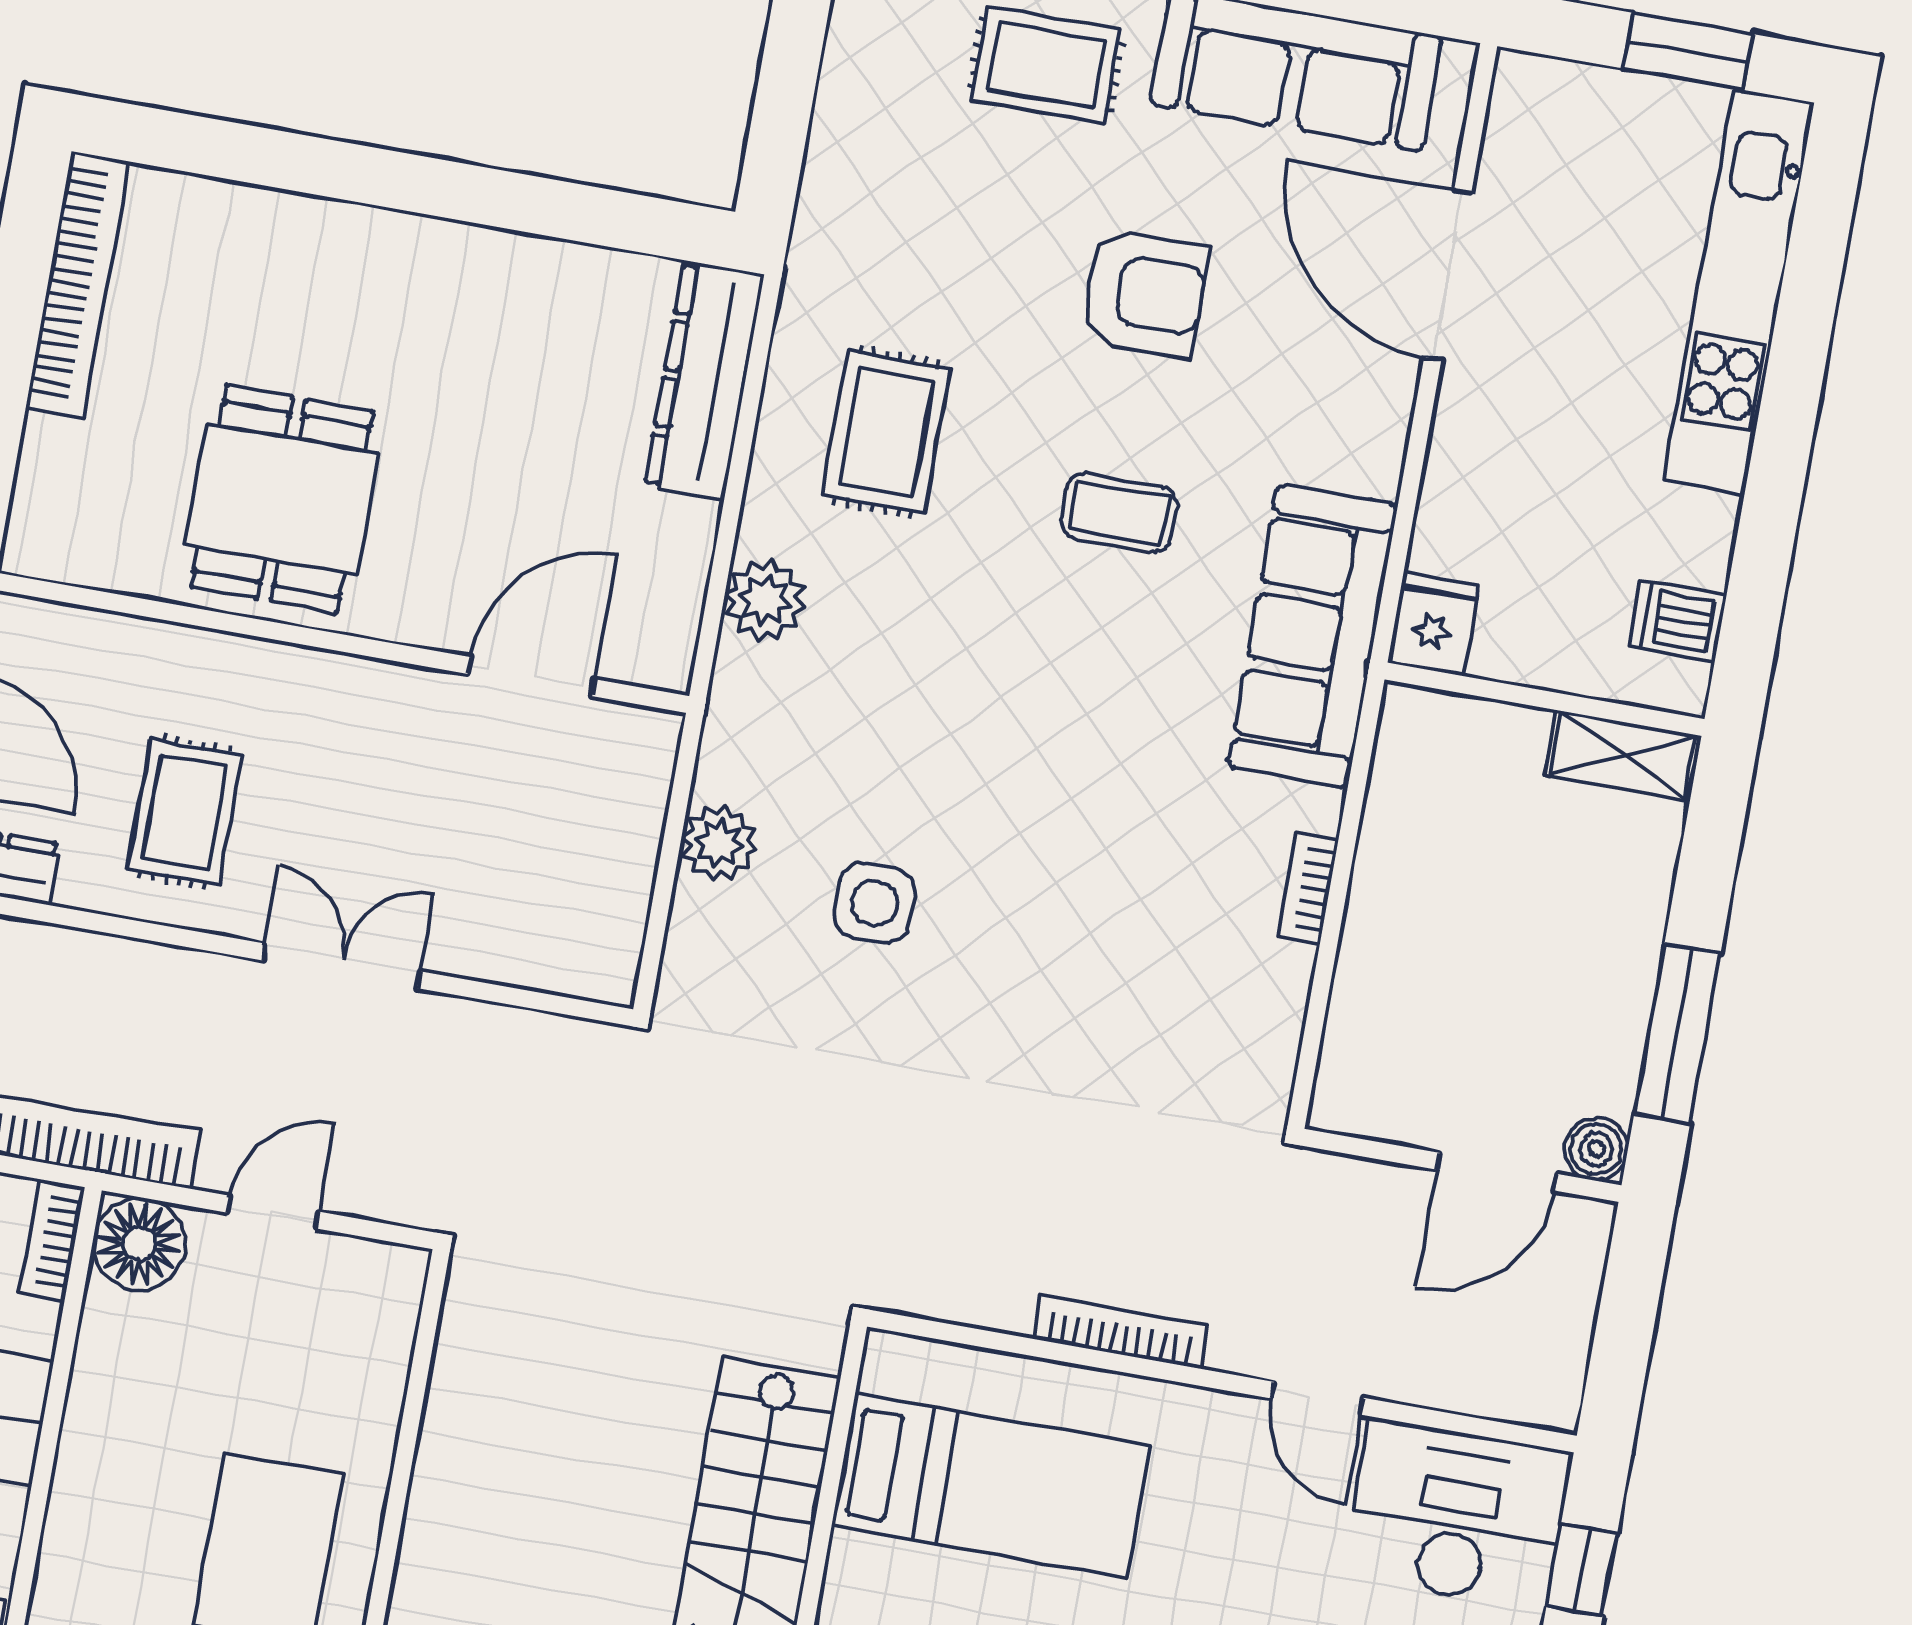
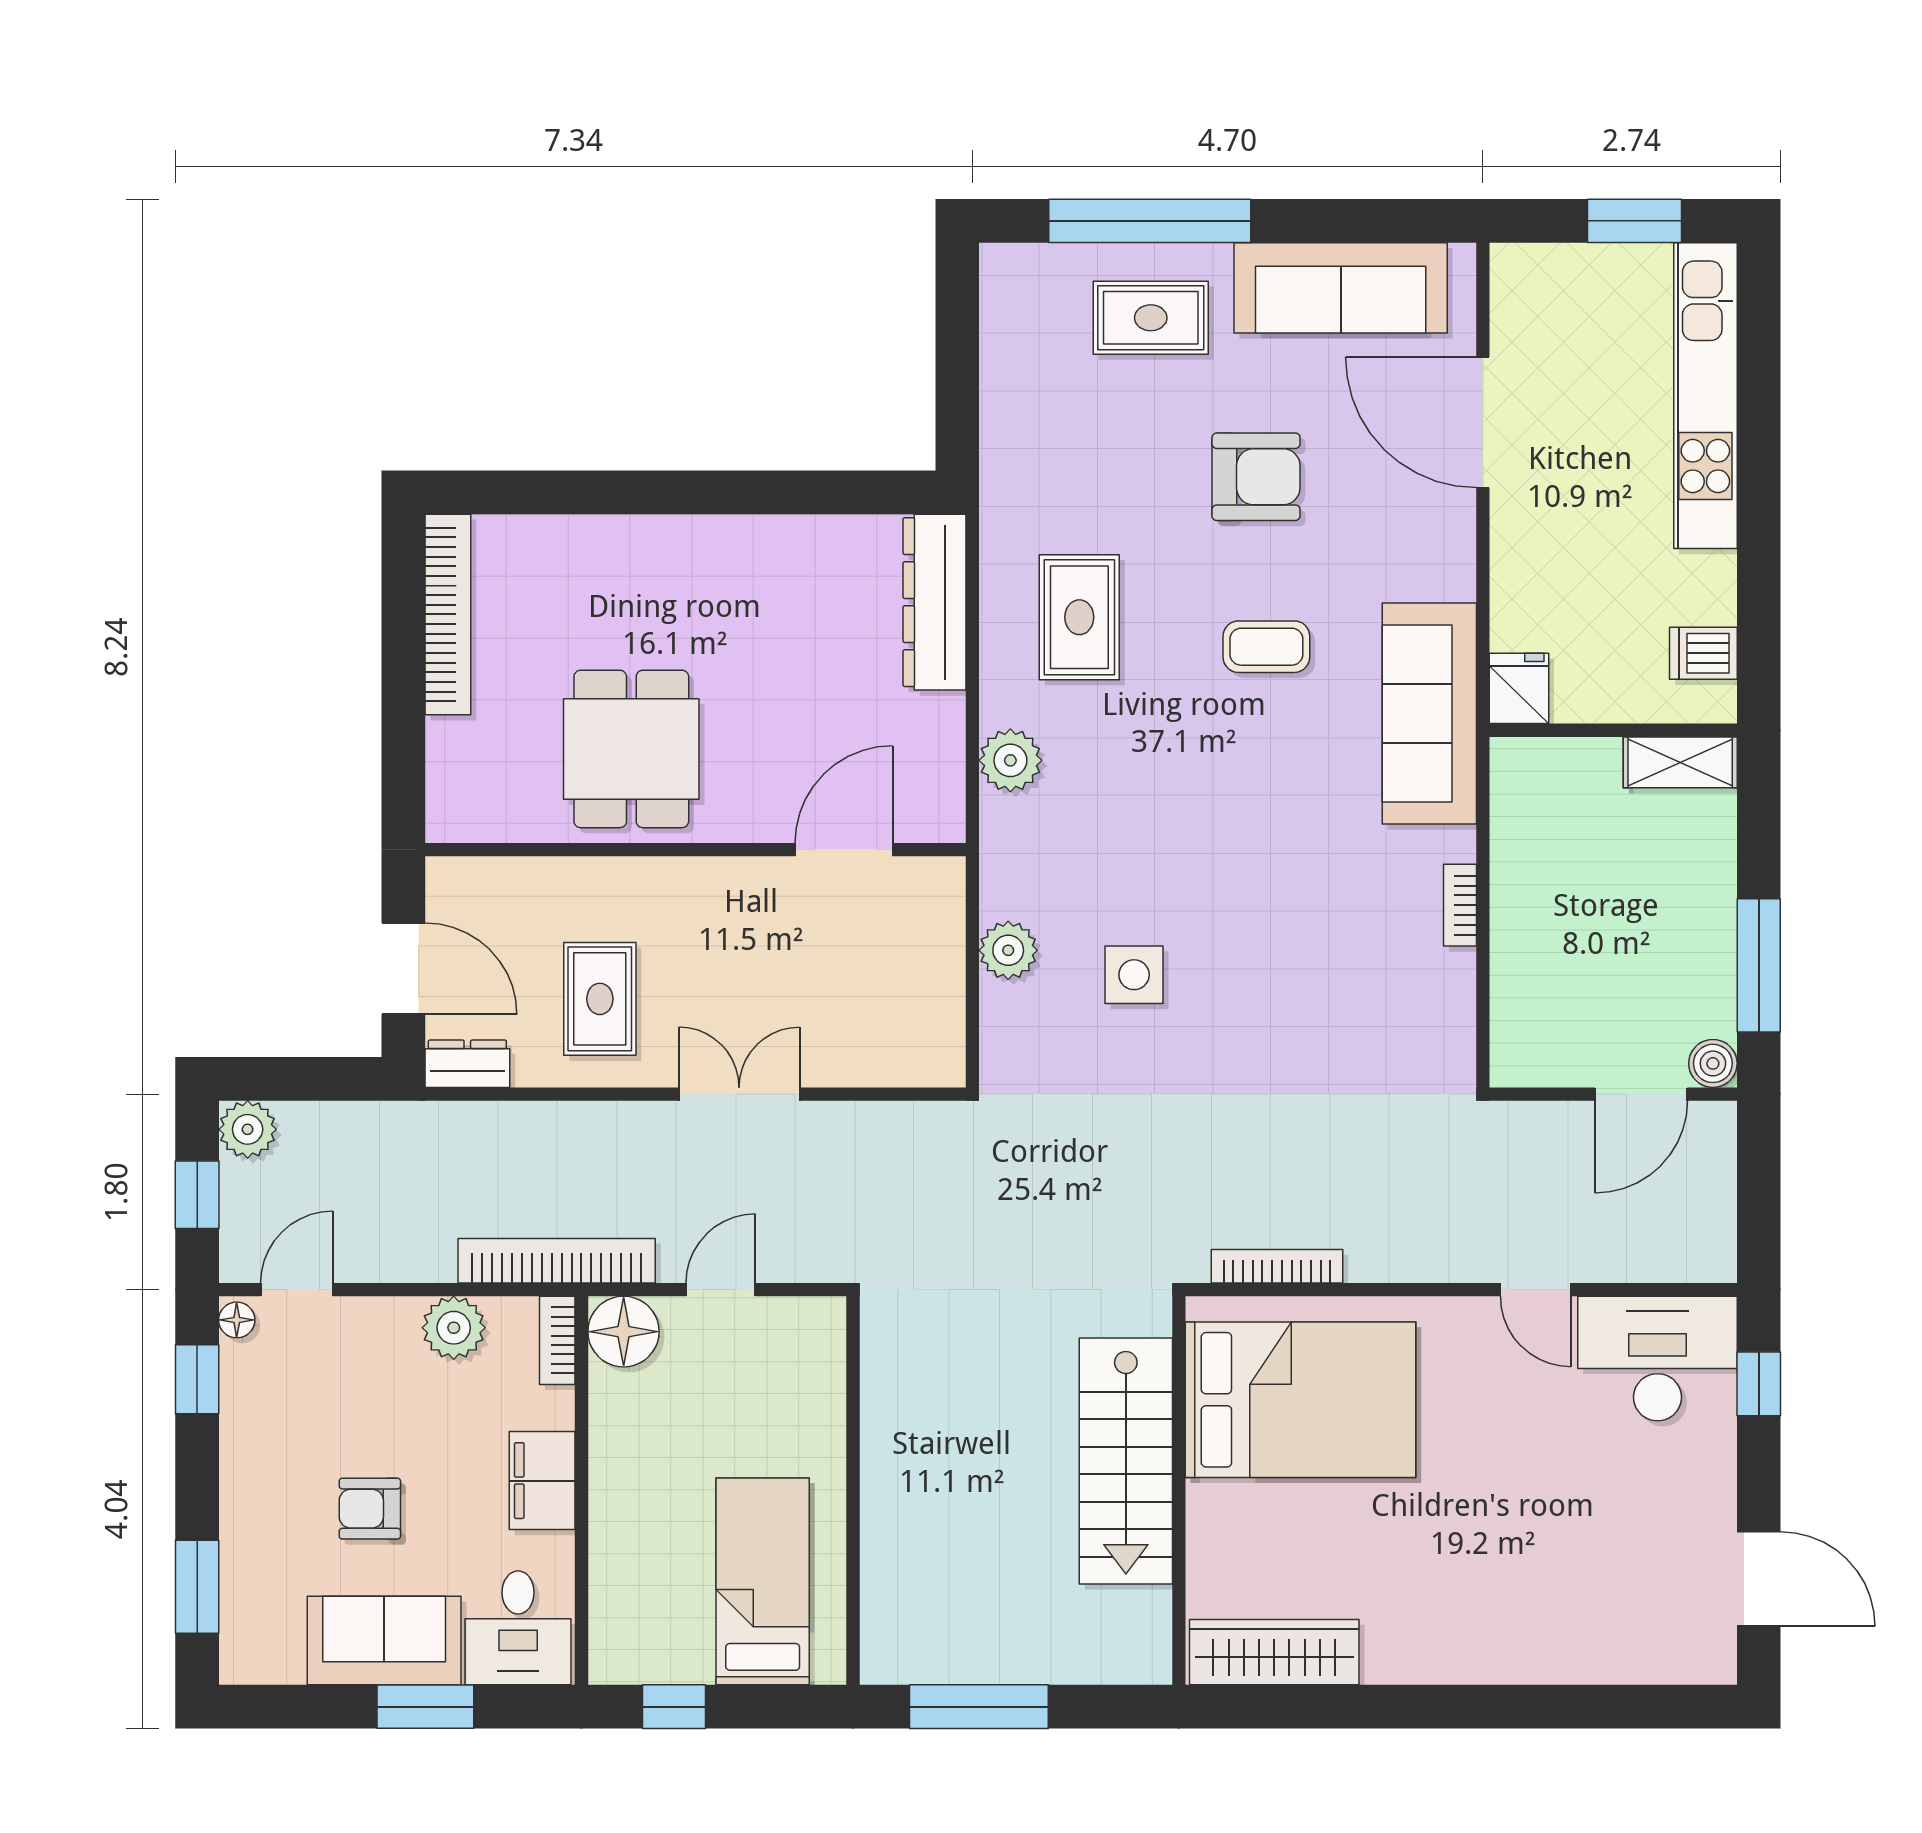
bookcase: (1121, 1332) -> (1277, 1266), moved
bed: (991, 1486) -> (1301, 1400), width x1.50

